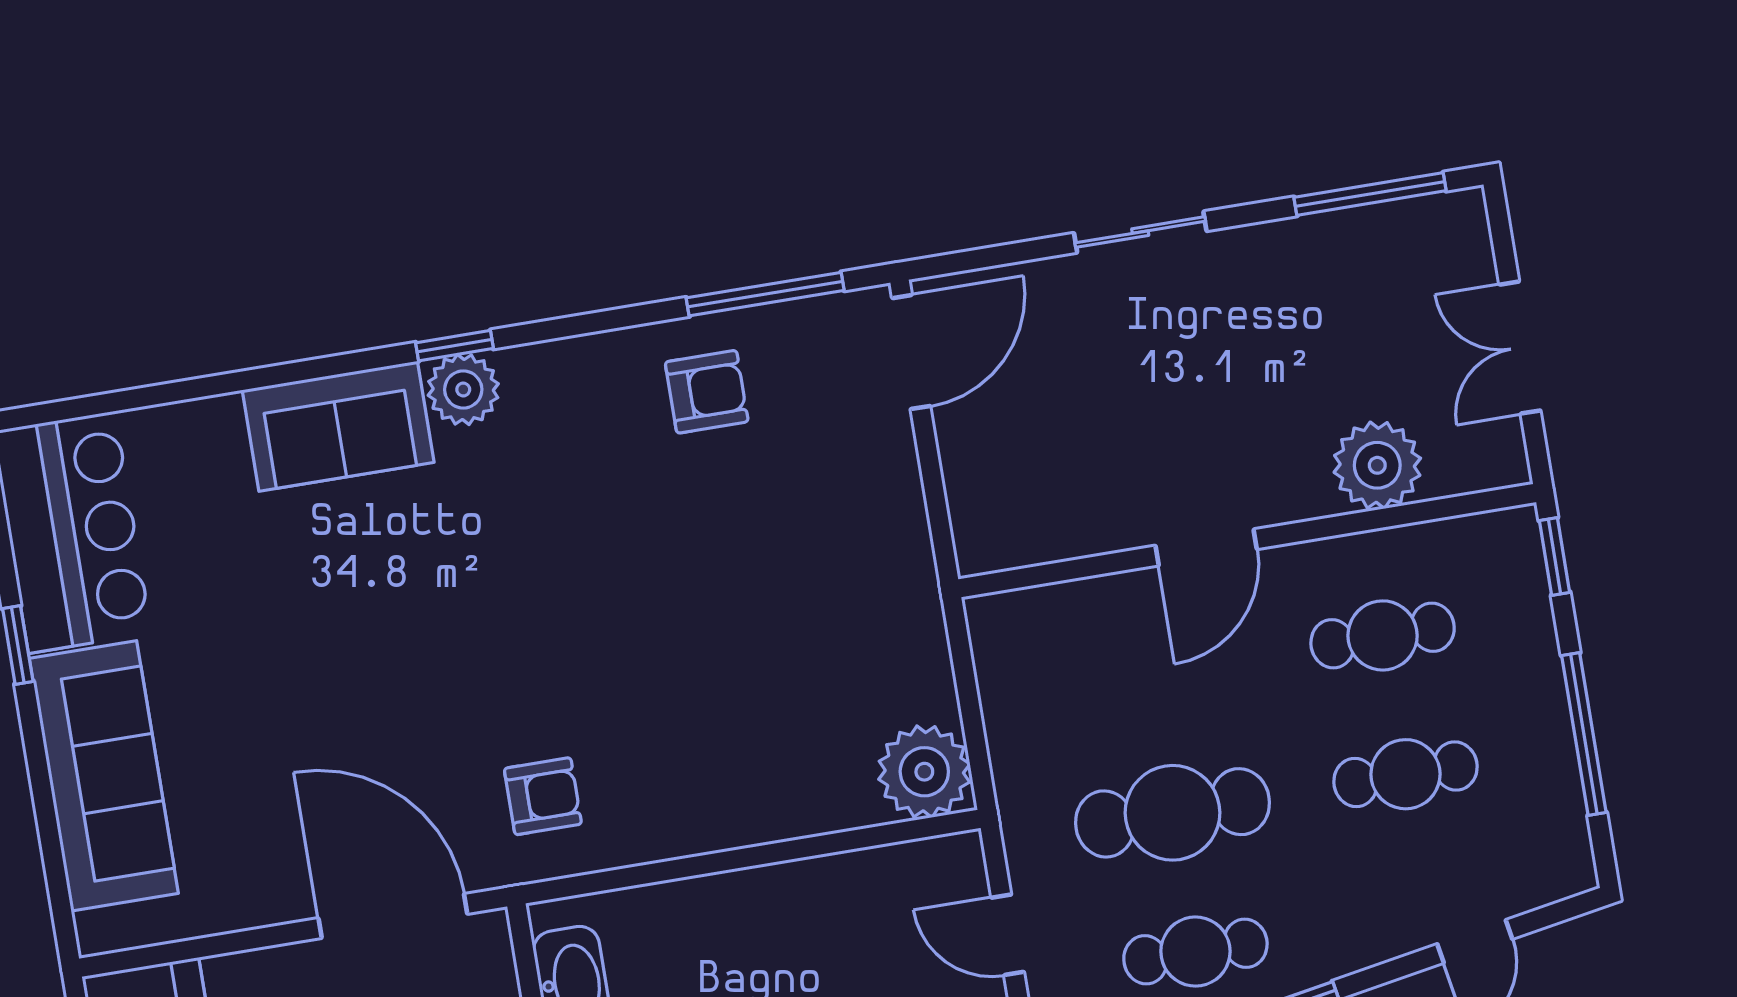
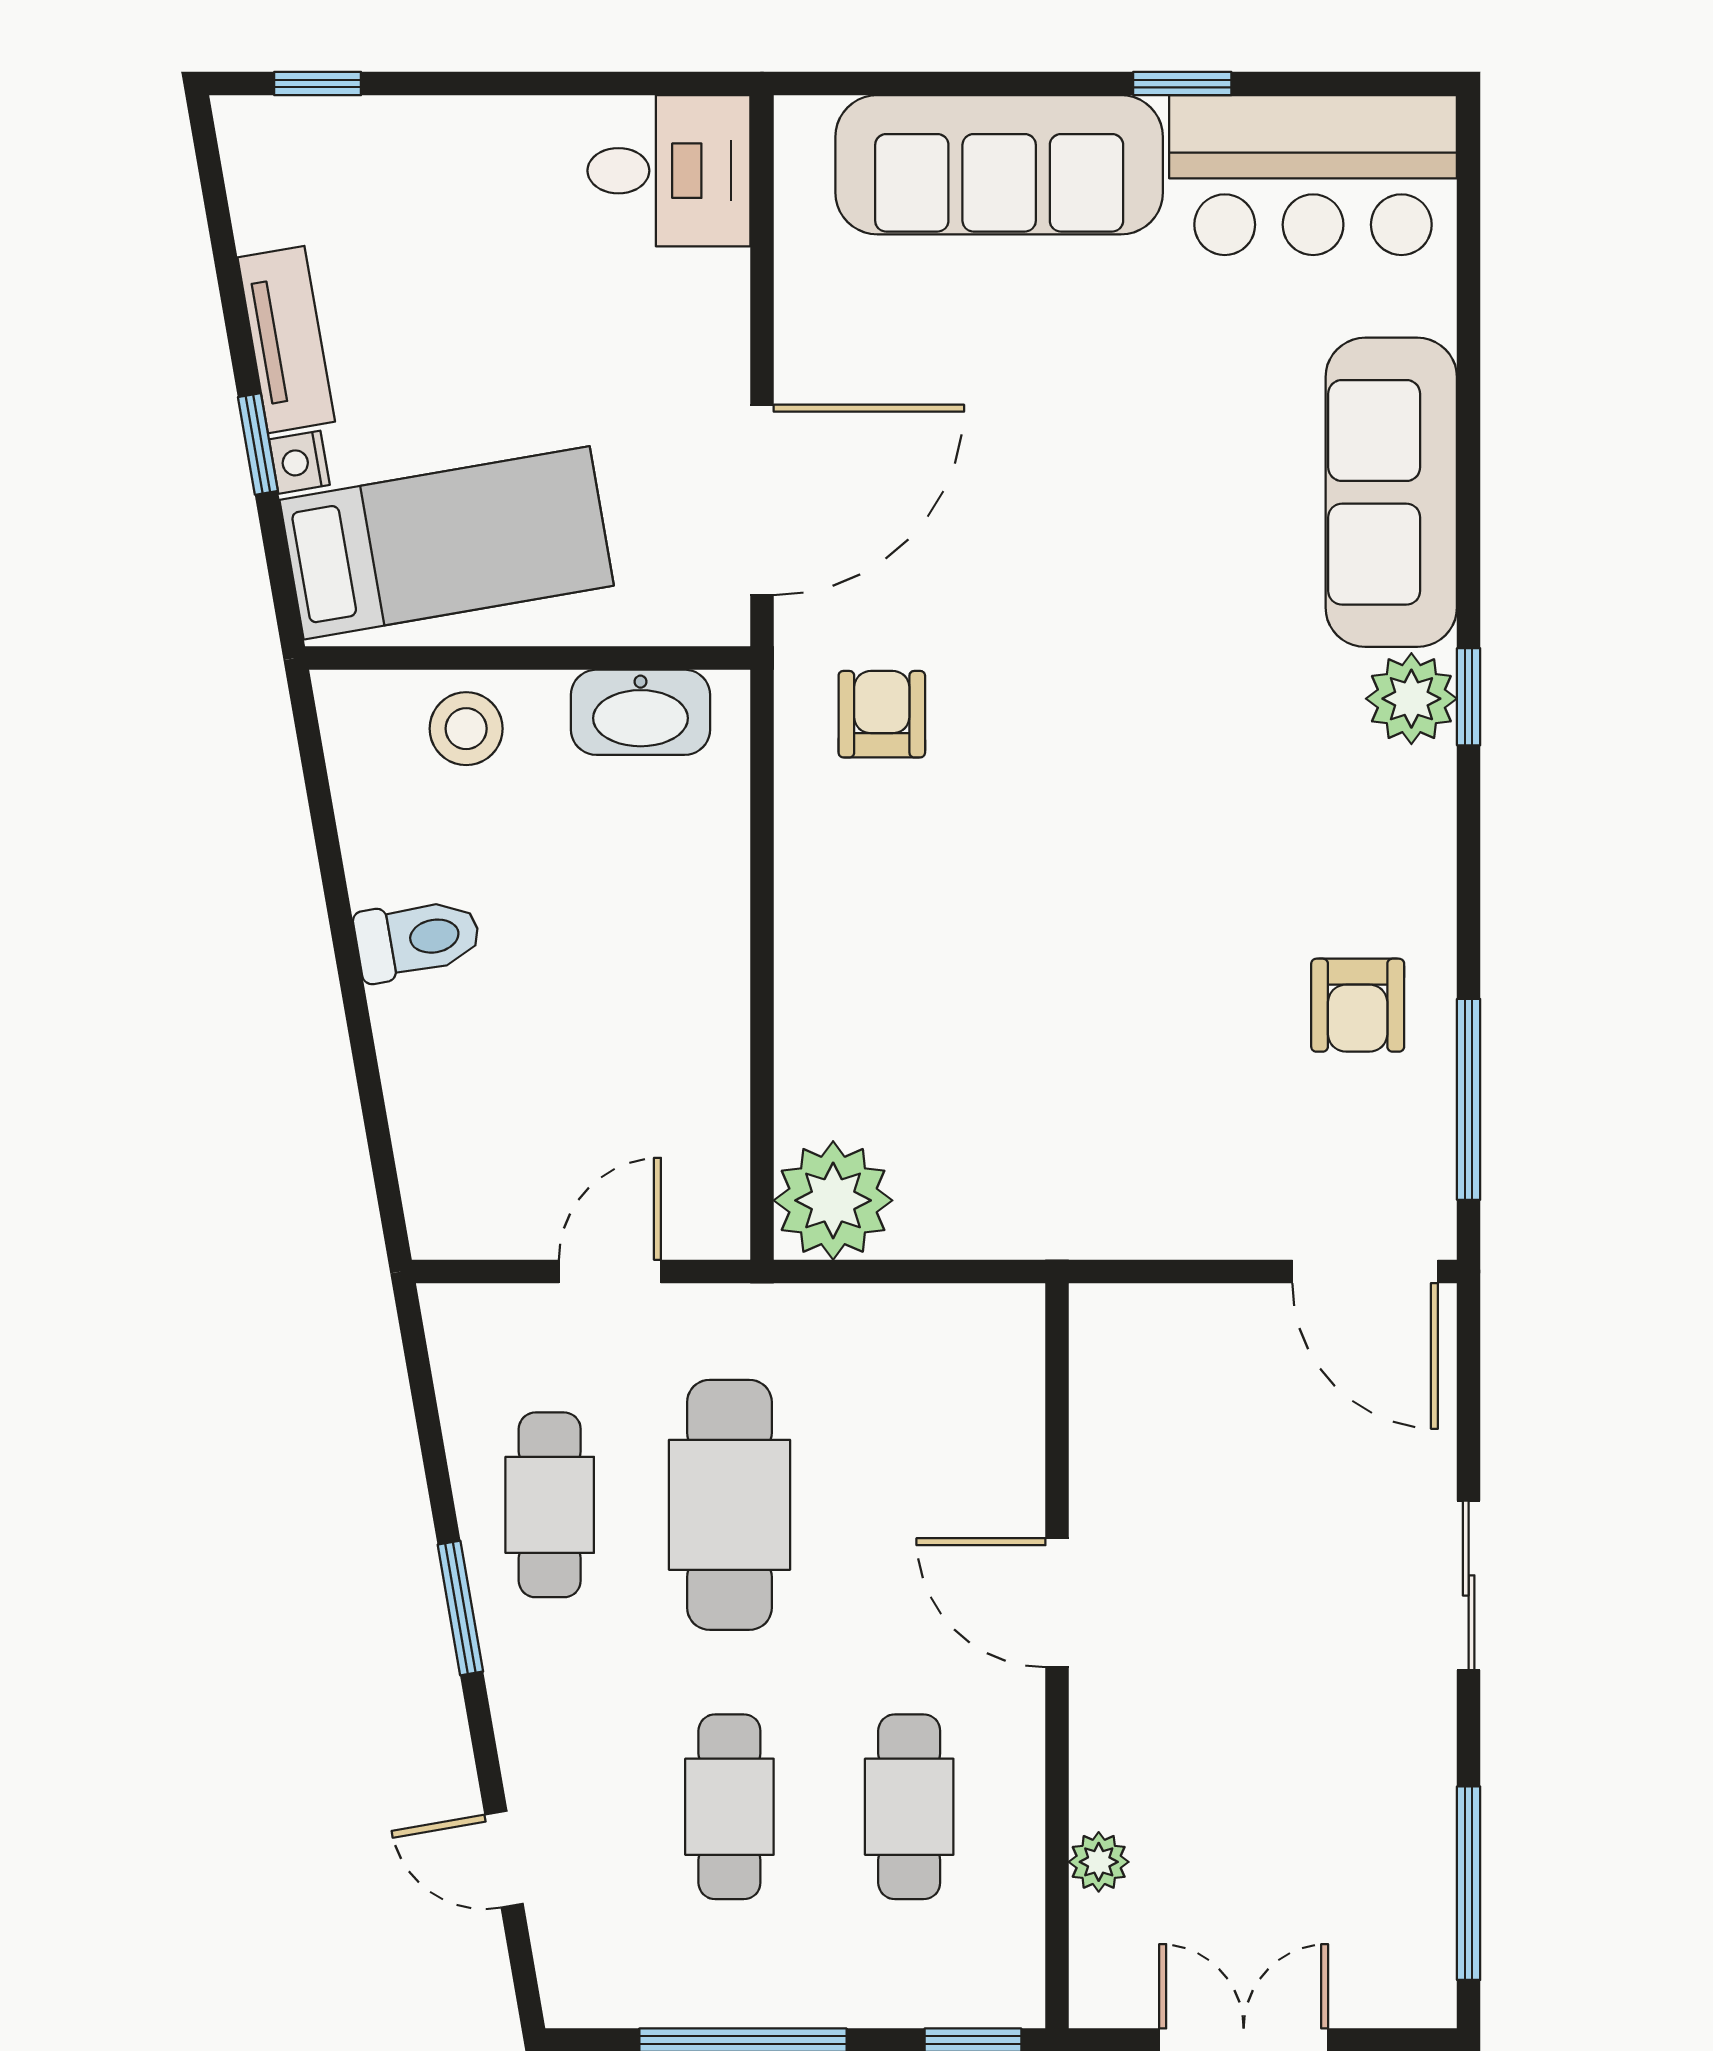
sofa: (338, 426) -> (1391, 492), width x1.36
plant: (1377, 465) -> (1099, 1862), width x0.53, depth x0.53
armchair: (543, 796) -> (882, 714), turned 180

